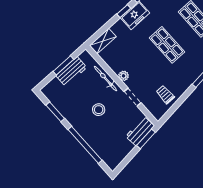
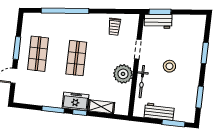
shelving: (103, 41) -> (101, 107), moved
window: (63, 65) -> (173, 123), moved
plant: (124, 76) -> (123, 74), width x1.88, depth x1.88
window: (85, 145) -> (205, 53), width x0.47

